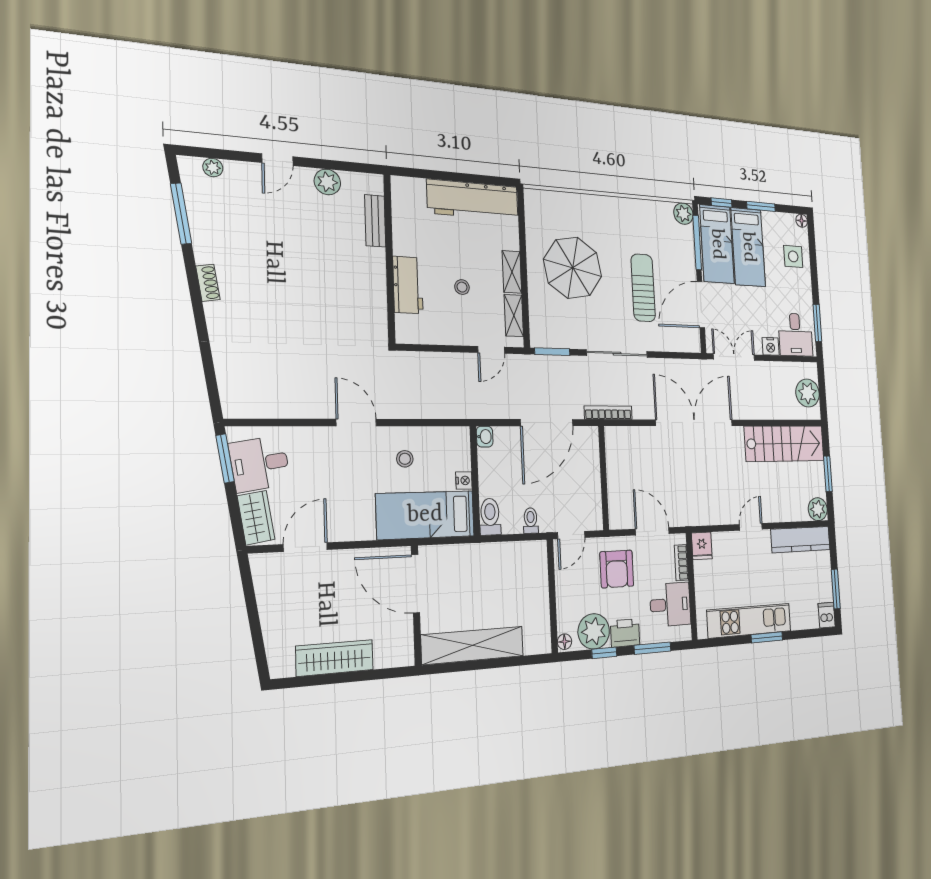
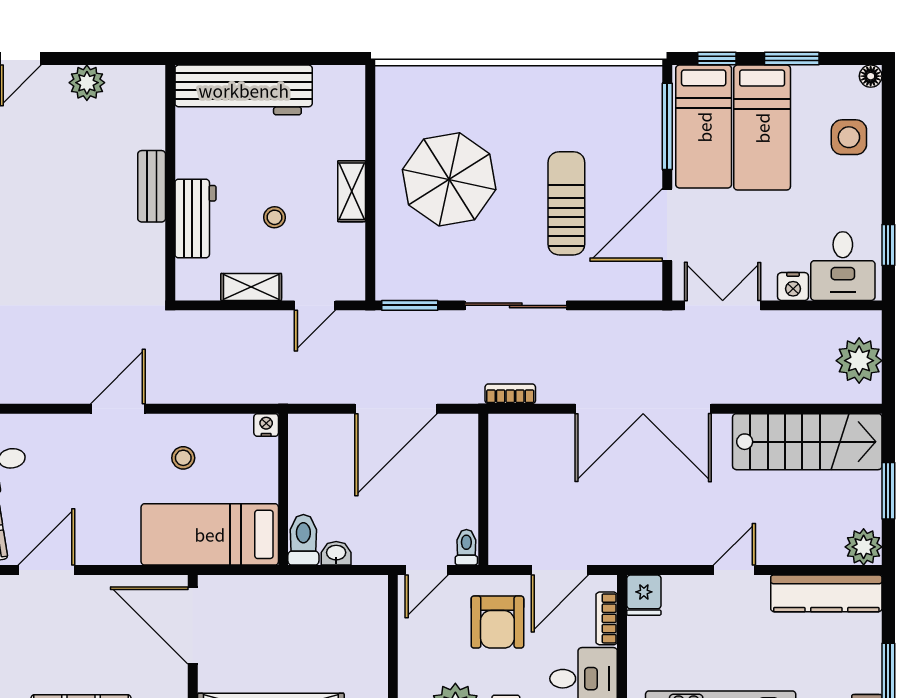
workbench: (473, 200) -> (244, 90), moved
plant: (683, 214) -> (645, 82), removed
bench: (375, 221) -> (152, 186), moved
shelving: (514, 316) -> (251, 287), moved, turned 90
window: (817, 323) -> (888, 245), width x0.67
bookcase: (608, 413) -> (510, 394), width x0.64
door: (356, 423) -> (118, 409), hinge flipped
double door: (694, 423) -> (643, 409), swing flipped
washbasin: (485, 437) -> (336, 553), moved, turned -90
nightstand: (464, 480) -> (266, 425), moved, turned -90
toilet: (531, 521) -> (466, 547), moved
door: (652, 531) -> (560, 570), swing flipped

